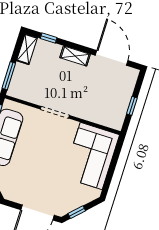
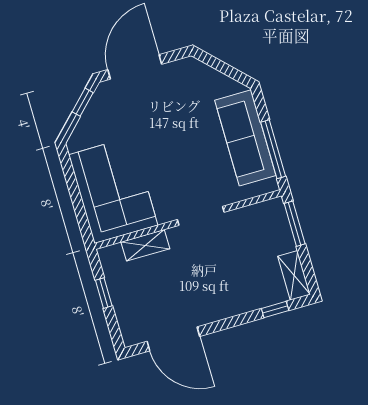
shelving: (75, 56) -> (145, 245), moved

